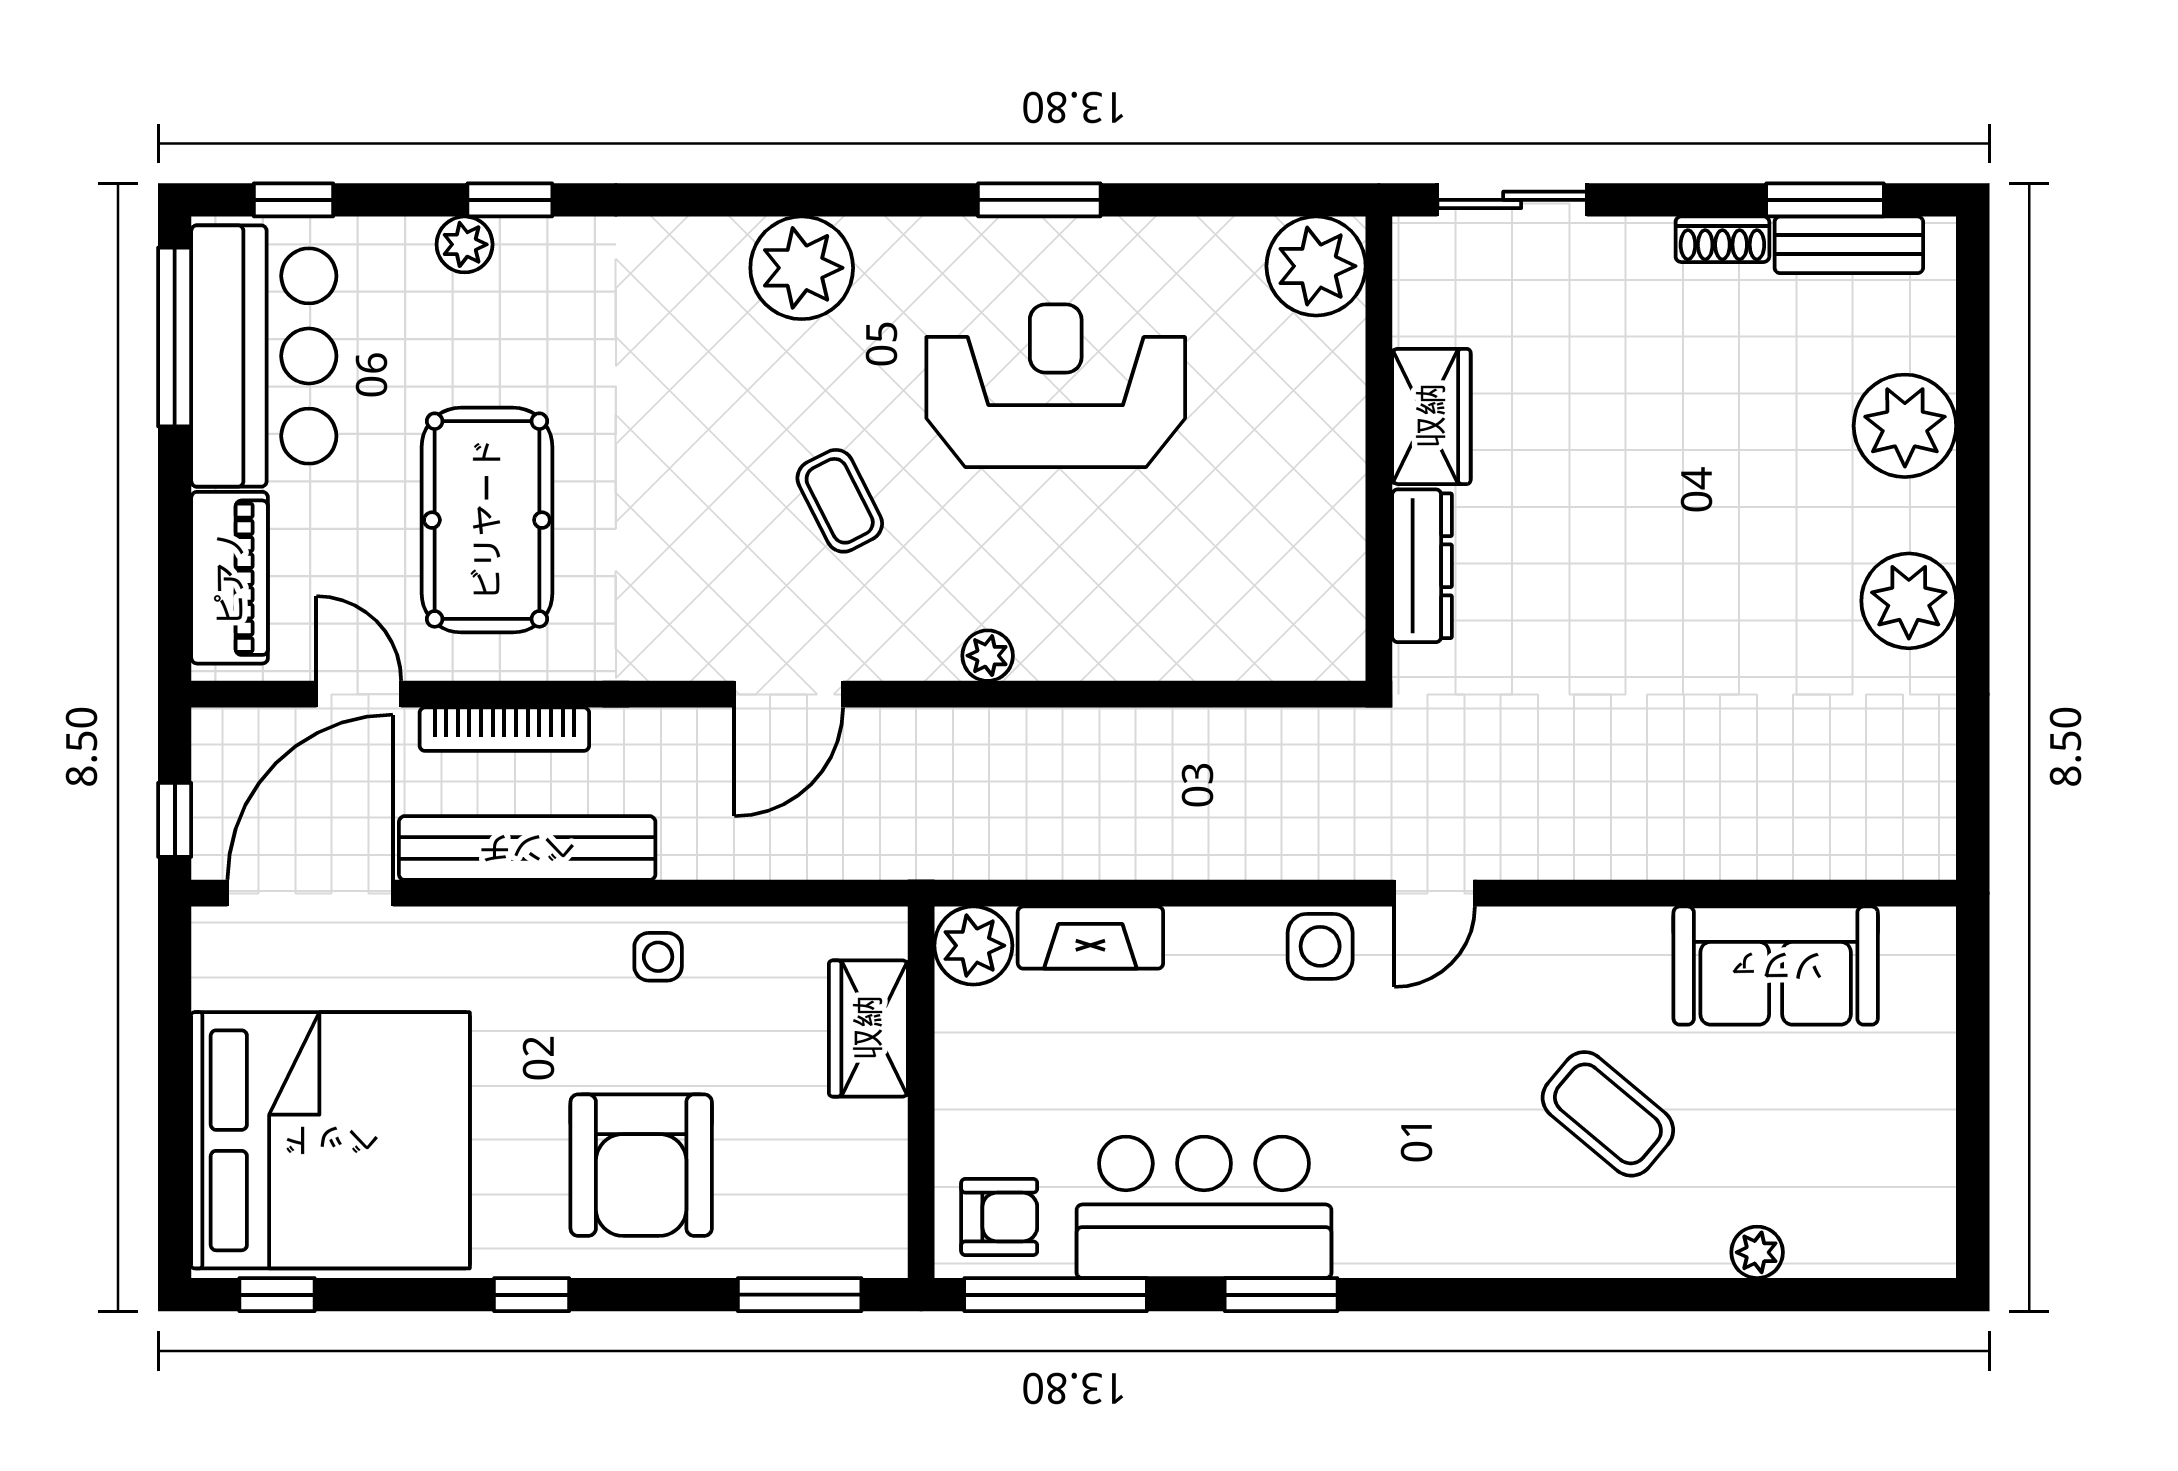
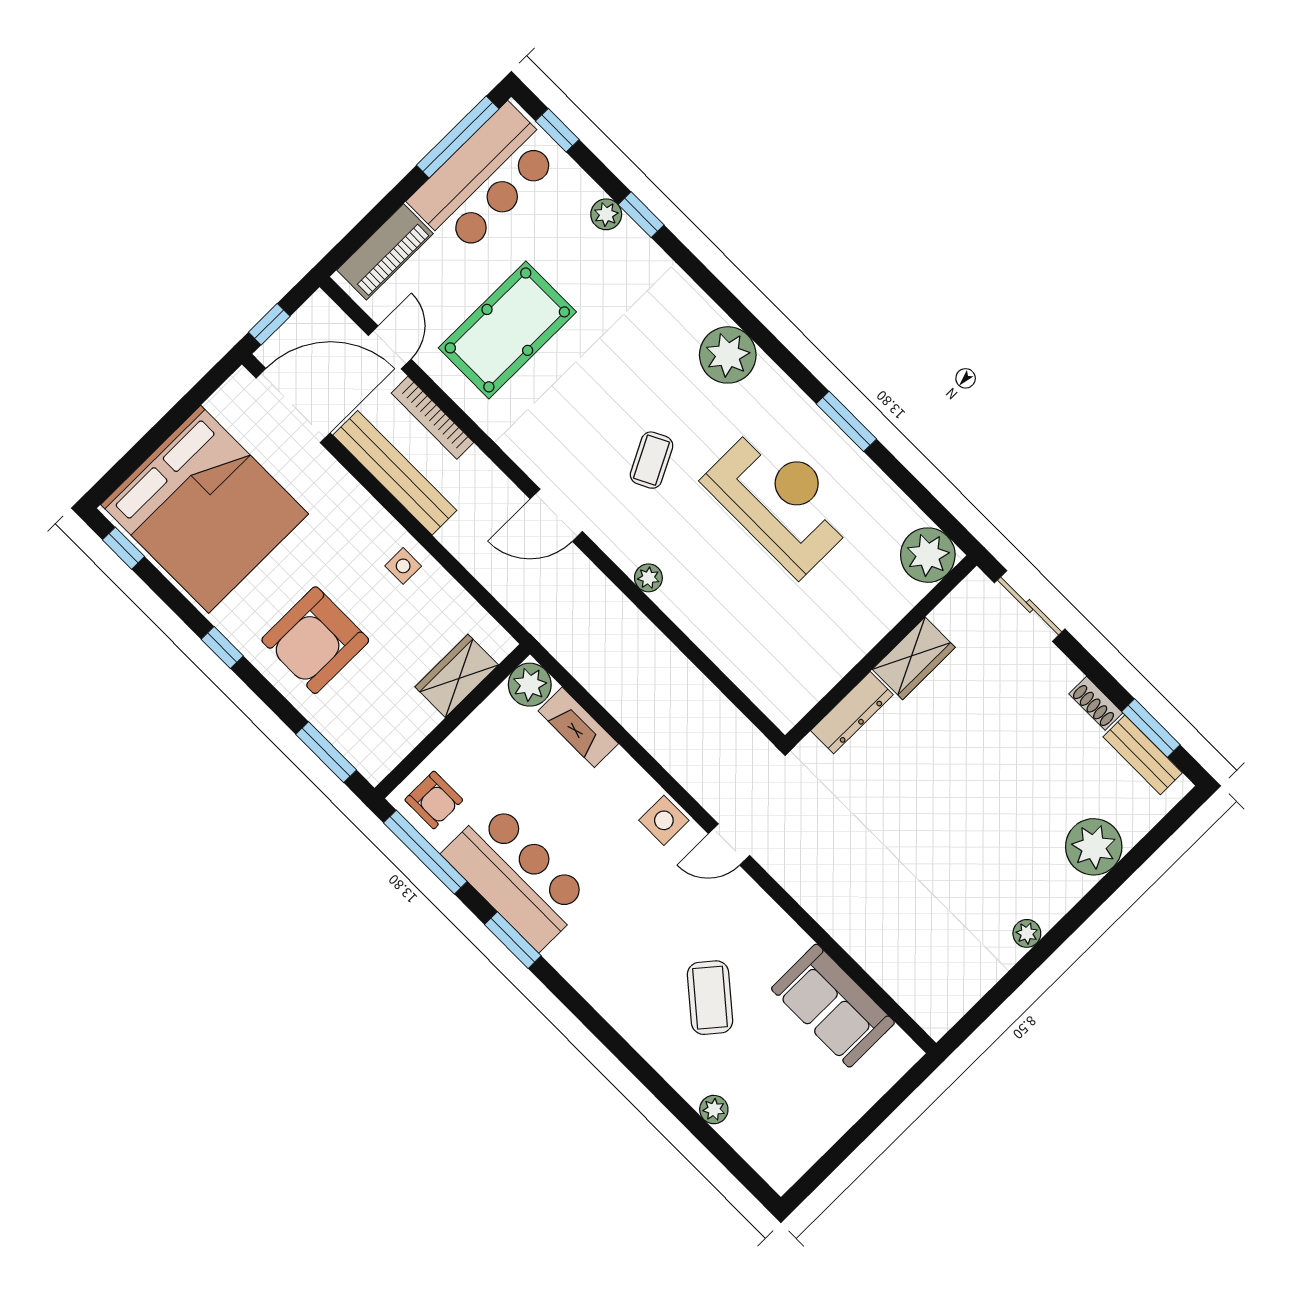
plant: (1909, 601) -> (1027, 933), width x0.53, depth x0.53

